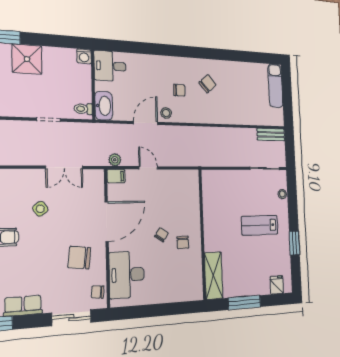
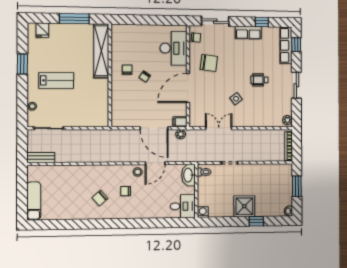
door: (148, 168) -> (154, 128), width x1.88
shelving: (214, 276) -> (101, 51), width x1.47

